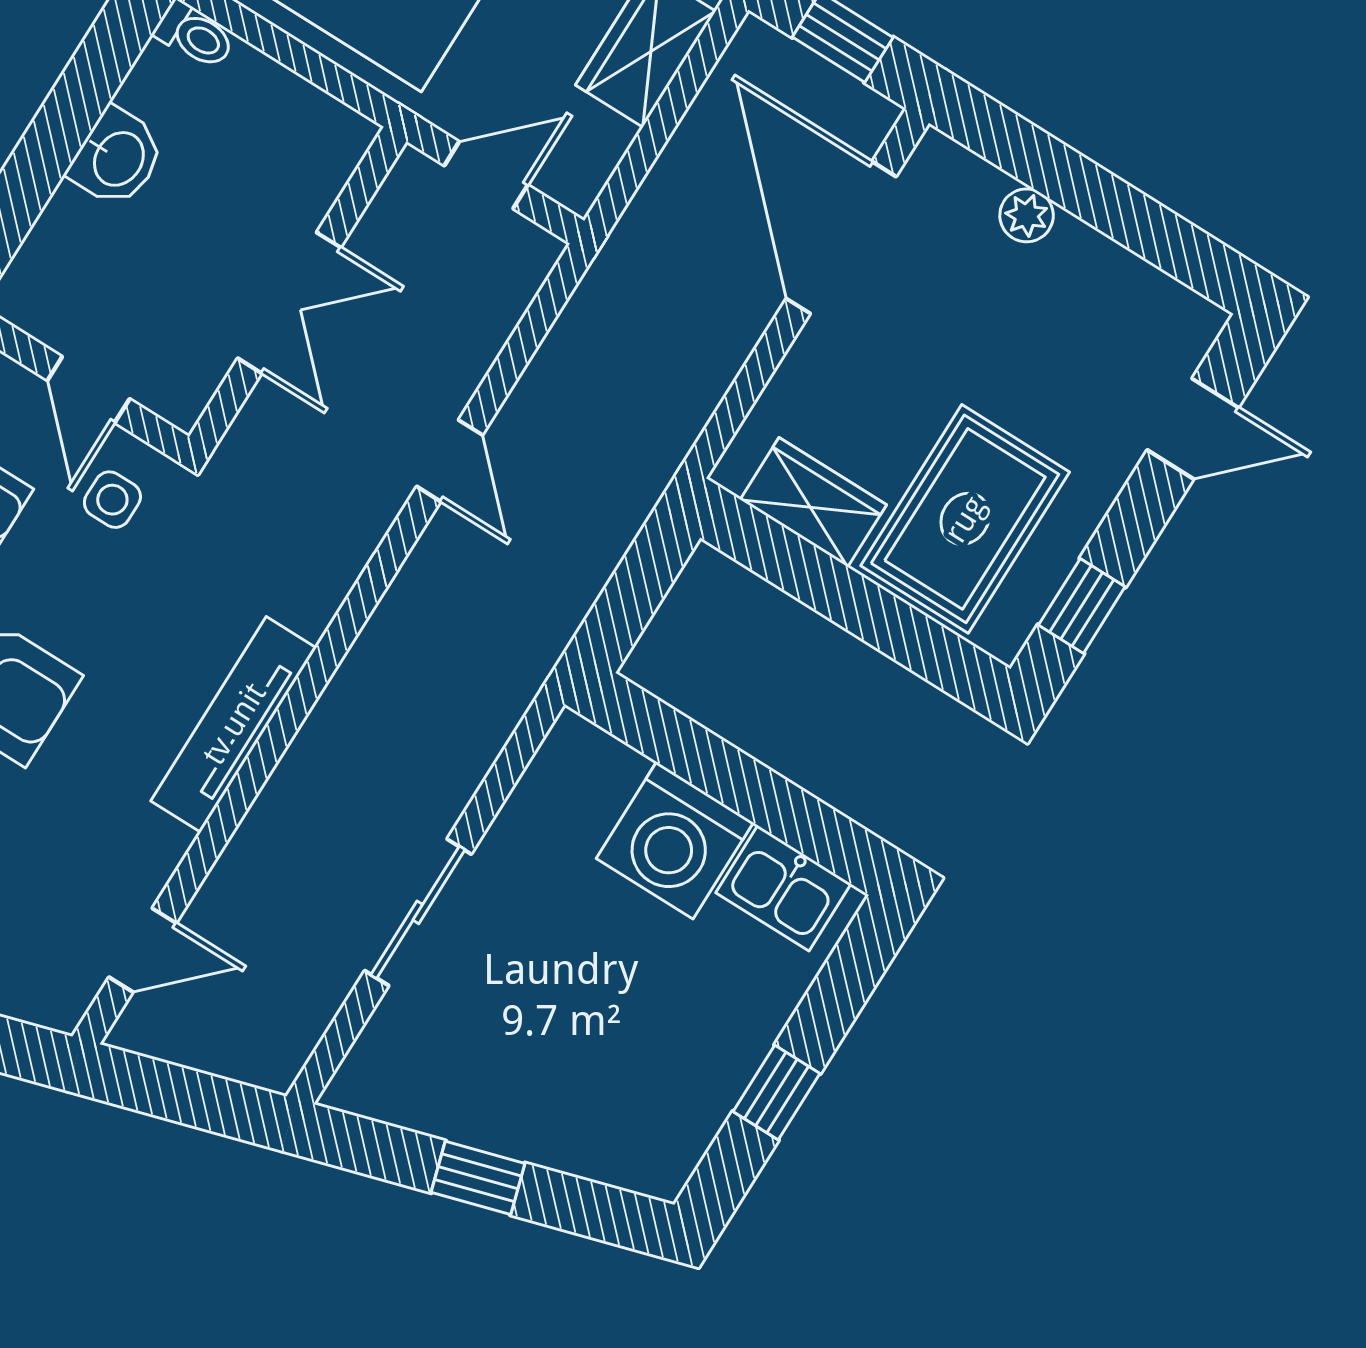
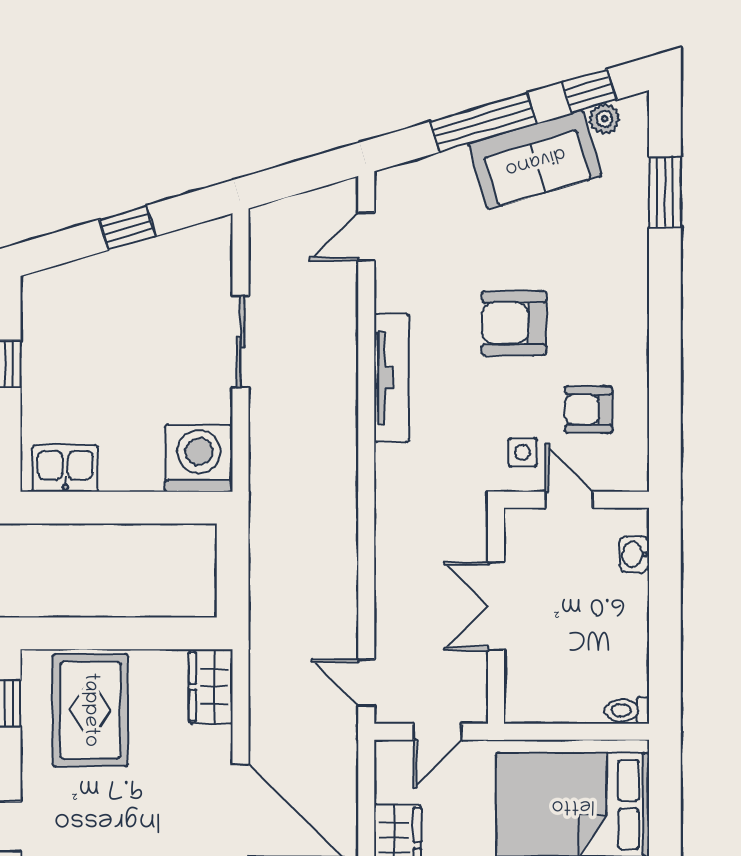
washbasin: (117, 158) -> (634, 554), moved, width x0.72, depth x0.69
door: (450, 461) -> (366, 683), moved
wardrobe: (813, 502) -> (211, 687), moved, turned 90
washing machine: (675, 840) -> (199, 458), moved

